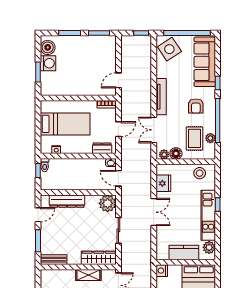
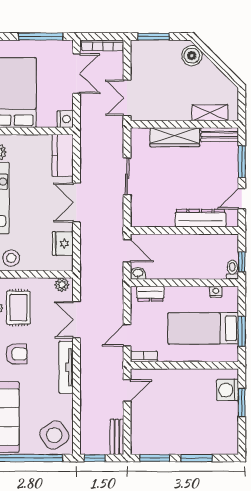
boiler: (48, 47) -> (228, 438), removed
bench: (126, 48) -> (117, 437), added
washing machine: (48, 63) -> (227, 390), moved
armchair: (196, 106) -> (17, 354), turned 90
window: (38, 122) -> (242, 331), added
door: (118, 129) -> (127, 335), moved
double door: (154, 130) -> (76, 320), swing flipped
floor lamp: (176, 154) -> (45, 286), removed
plant: (108, 203) -> (143, 215), removed
kitchen counter: (184, 252) -> (63, 155), moved, turned 90
wardrobe: (99, 258) -> (175, 137), moved
shelving: (88, 275) -> (210, 113), moved

